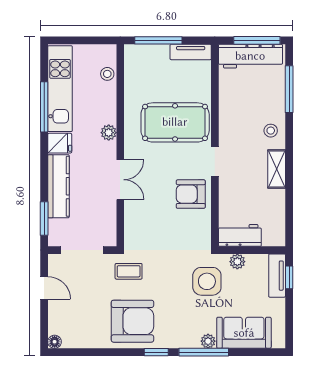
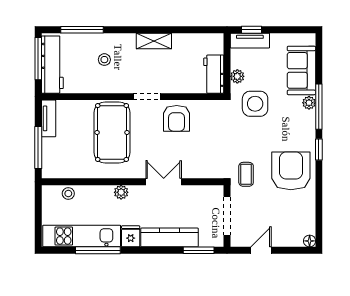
stool: (271, 131) -> (104, 60), moved

